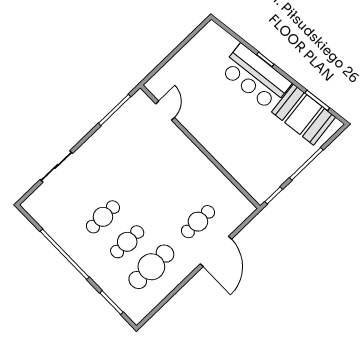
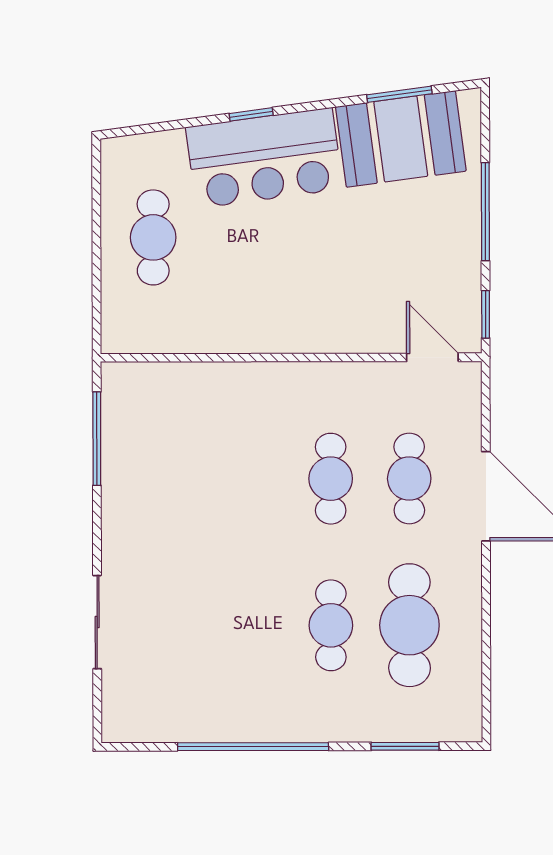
cafe table: (196, 66) -> (153, 237), added
door: (165, 111) -> (432, 357), moved
cafe table: (103, 217) -> (331, 479), moved

